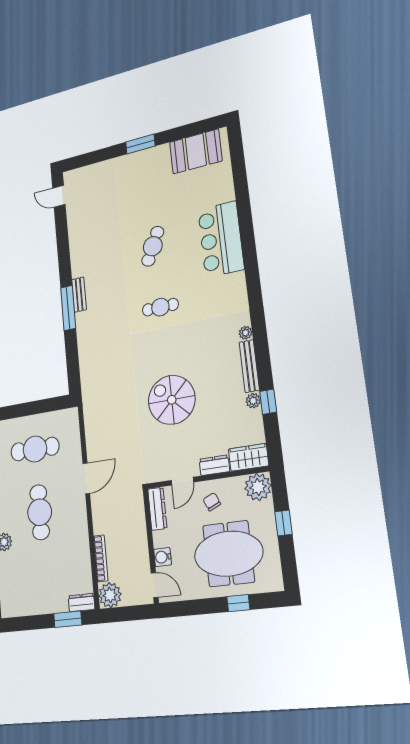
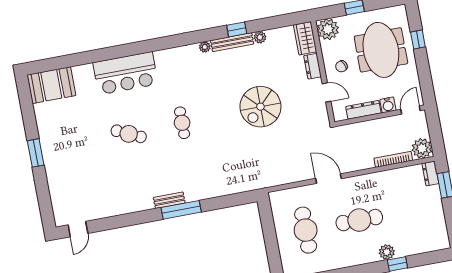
booth: (196, 151) -> (51, 85), moved, turned 90
window: (268, 402) -> (237, 29), moved
dresser: (157, 509) -> (363, 110), moved

